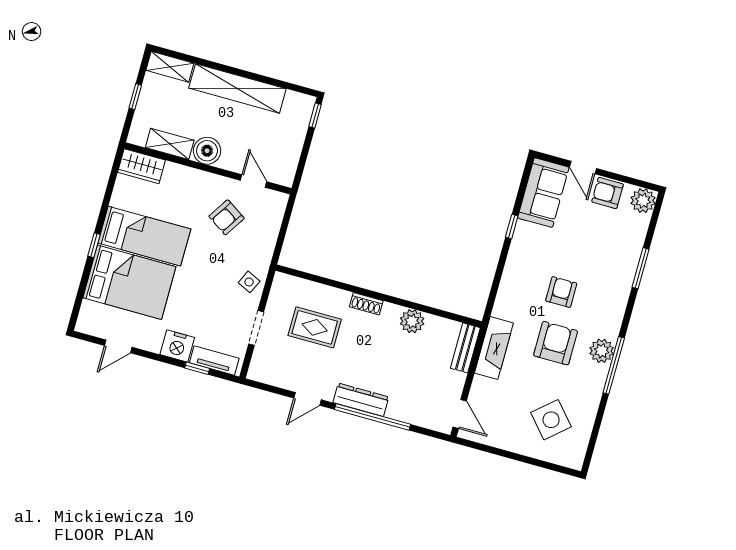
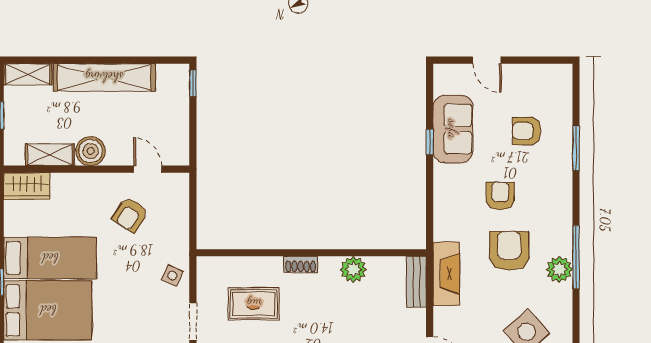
sofa: (543, 193) -> (453, 129), moved
armchair: (608, 193) -> (527, 131), moved
plant: (643, 201) -> (559, 77), removed
plant: (602, 351) -> (559, 269), moved

